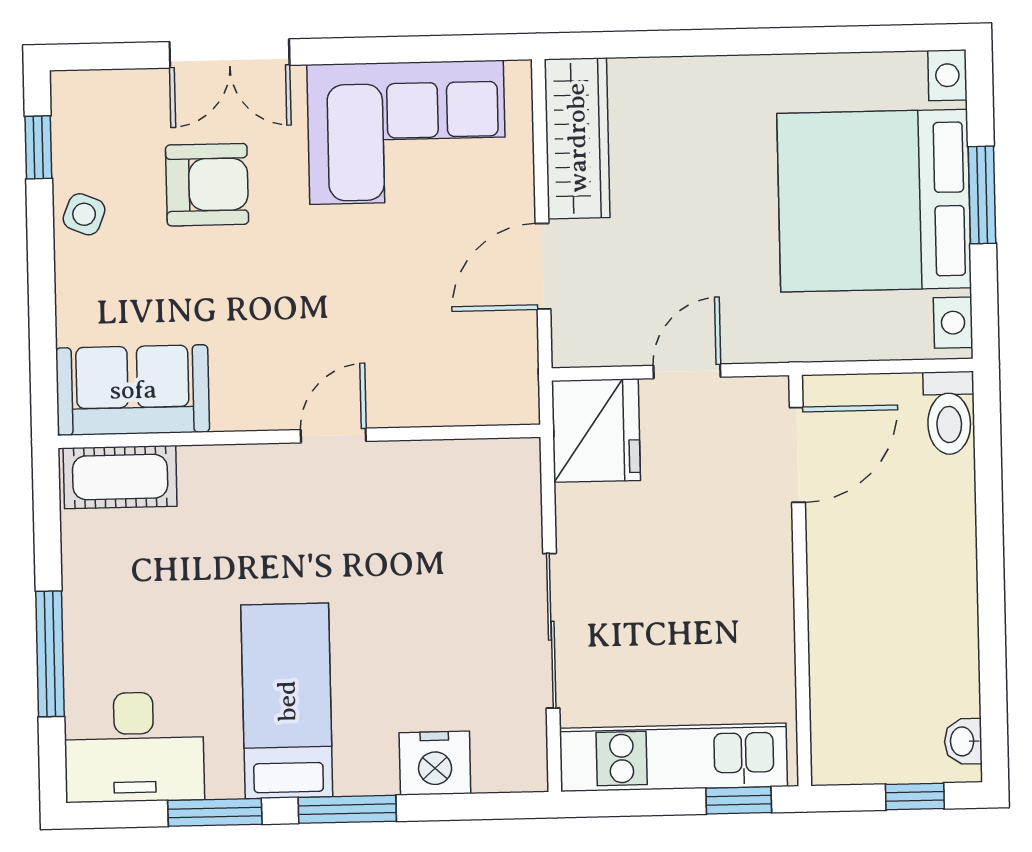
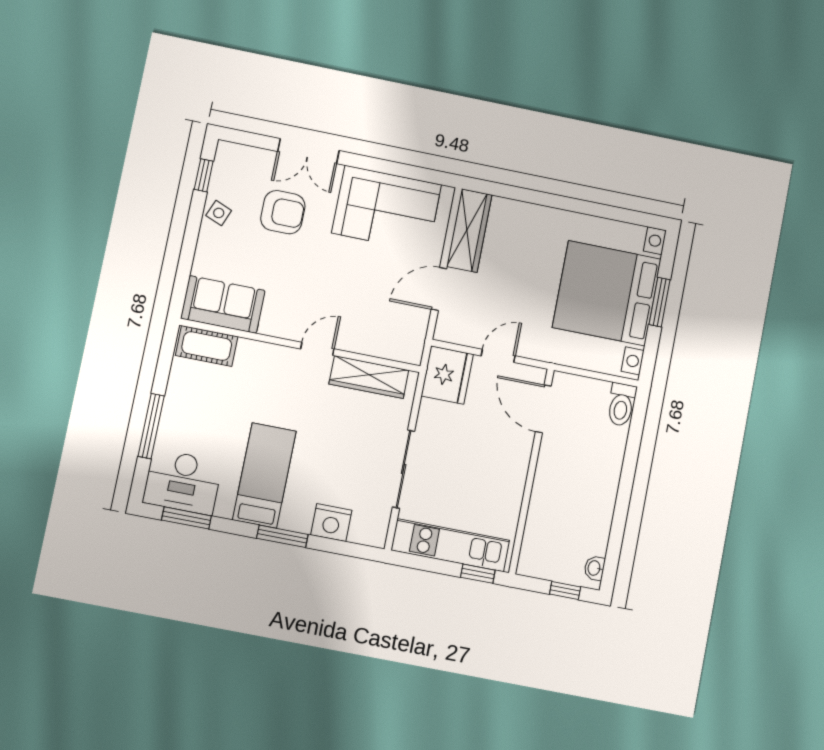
door: (797, 455) -> (543, 409), swing flipped
wardrobe: (445, 468) -> (369, 377), added
window: (215, 812) -> (186, 518), moved

